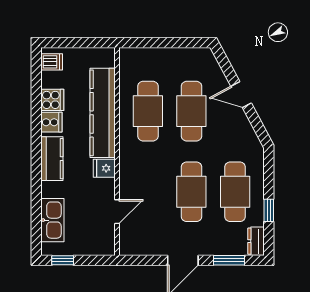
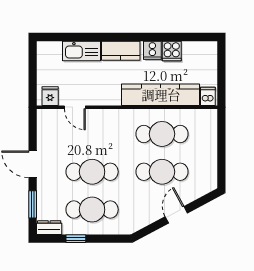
dishwasher: (52, 62) -> (208, 96), moved, turned 180
fridge: (104, 168) -> (50, 96), moved
kitchen sink: (52, 220) -> (81, 51), moved
window: (63, 260) -> (33, 60), removed

